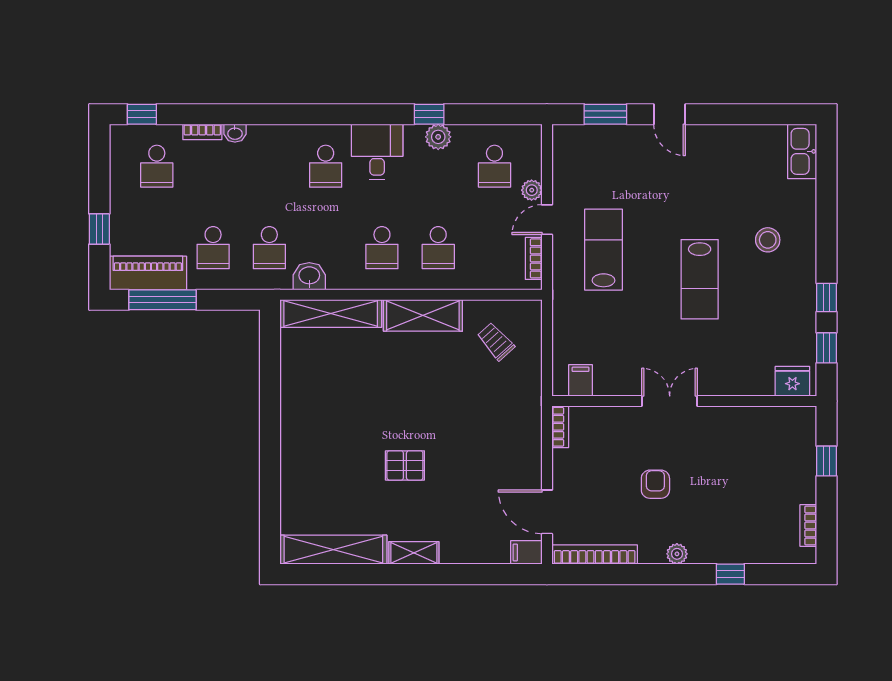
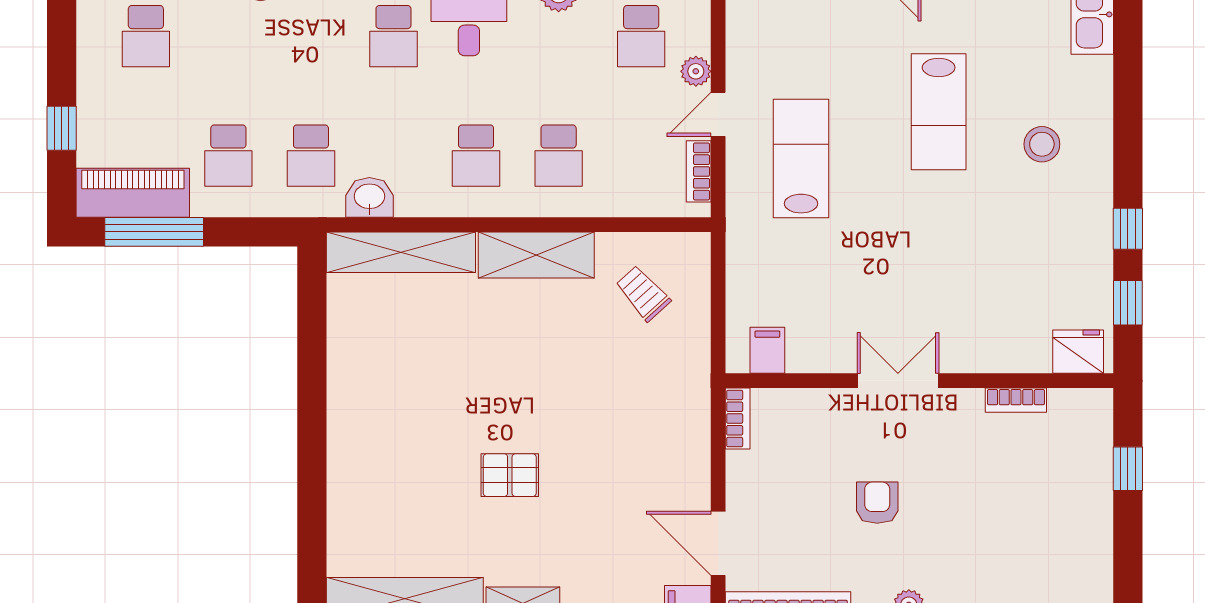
lab bench: (700, 279) -> (939, 112), moved
bookcase: (808, 525) -> (1016, 400), moved, turned -90

